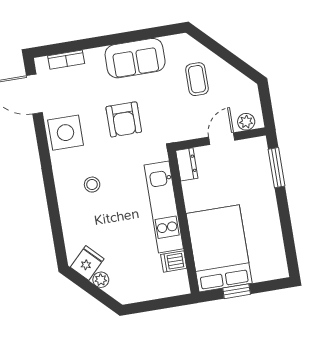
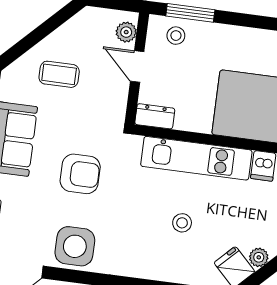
stool: (255, 162) -> (176, 36), added
stool: (92, 185) -> (182, 223), moved

